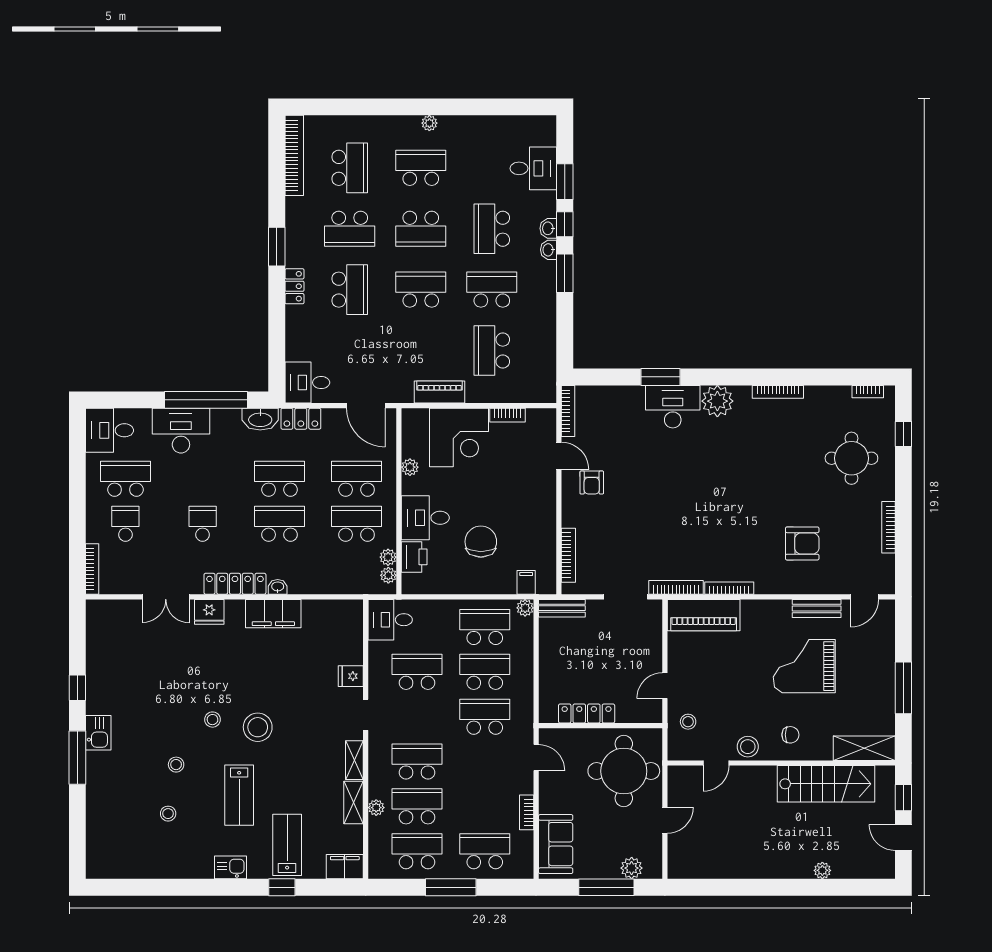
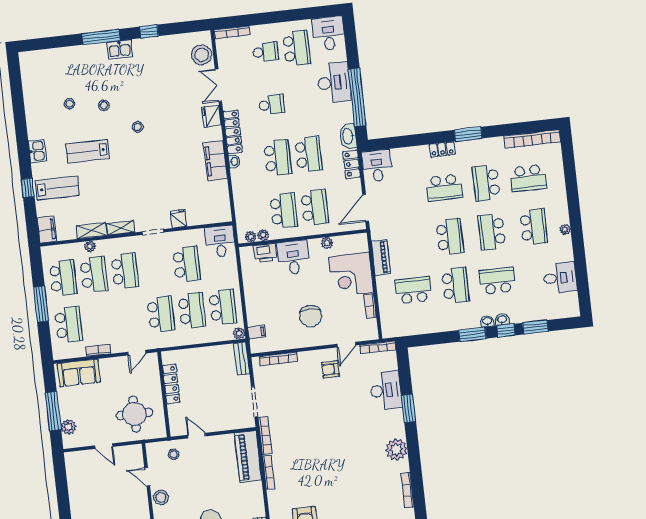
desk: (533, 168) -> (560, 278), moved, turned -90
desk: (673, 407) -> (386, 390), moved
chair: (481, 542) -> (311, 316), moved, turned 90
stool: (258, 727) -> (202, 55), moved
round table: (624, 771) -> (134, 414), width x0.73, depth x0.73

